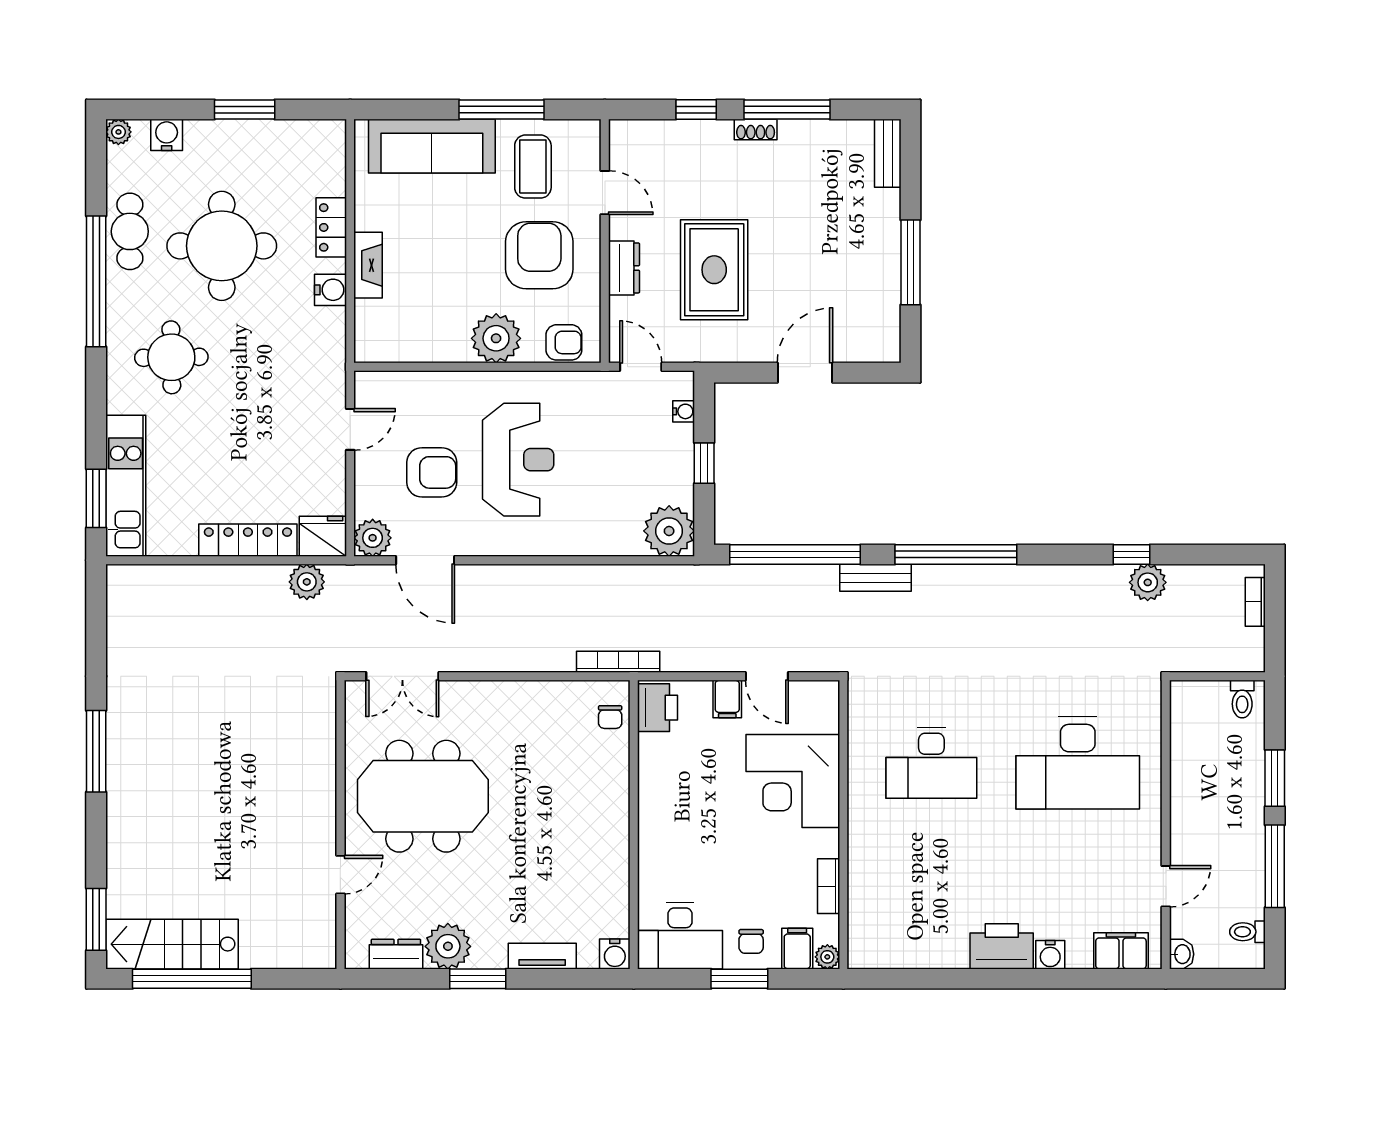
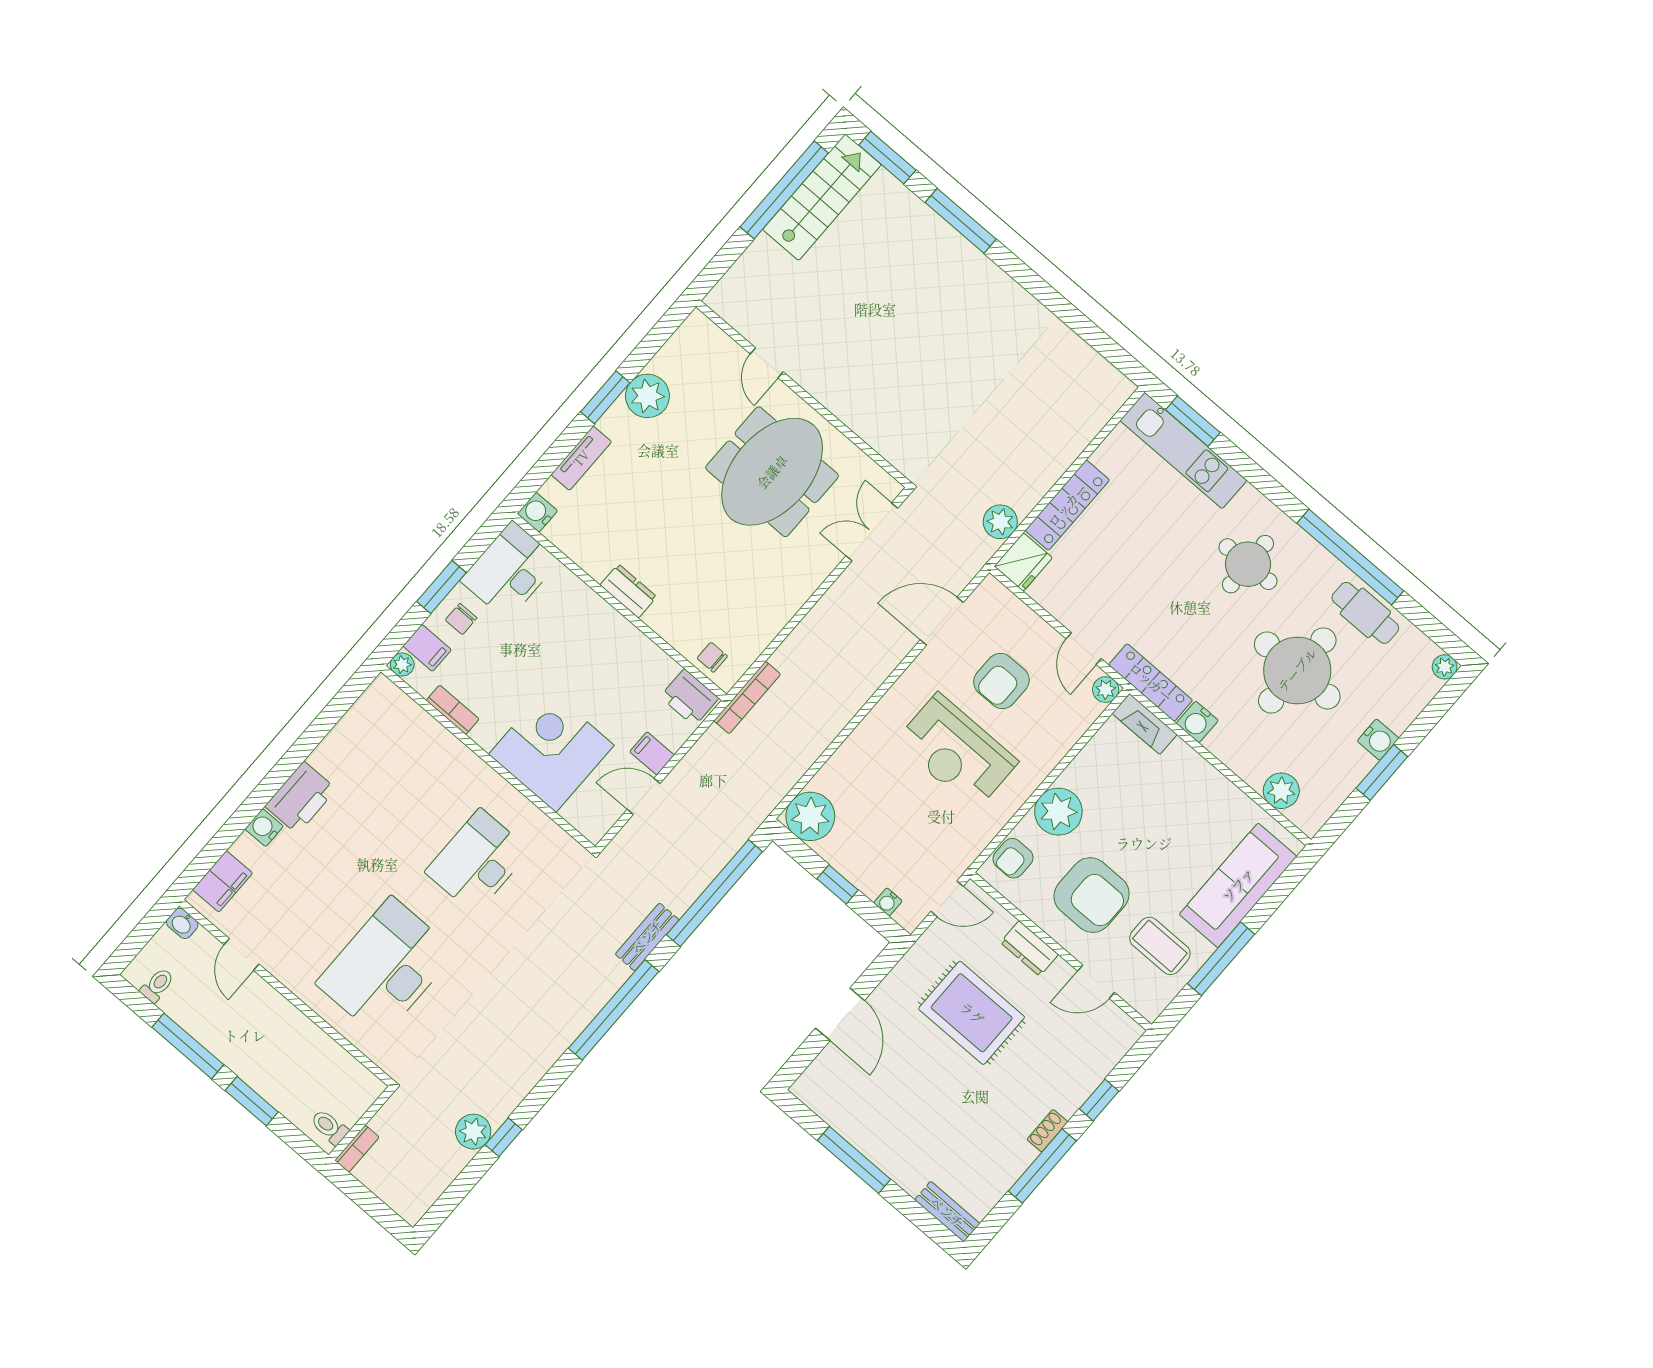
water cooler: (167, 135) -> (1378, 740), moved
plant: (328, 177) -> (1281, 791), added
locker: (331, 227) -> (1151, 682), moved, width x1.53
fireplace: (368, 265) -> (1145, 724), moved
plant: (373, 538) -> (1106, 690), moved, width x0.73, depth x0.73
bookcase: (1255, 602) -> (357, 1149), moved, turned 90
window: (96, 751) -> (961, 221), moved
chair: (751, 941) -> (461, 619), turned -90
dresser: (396, 954) -> (628, 591), moved, turned -90

